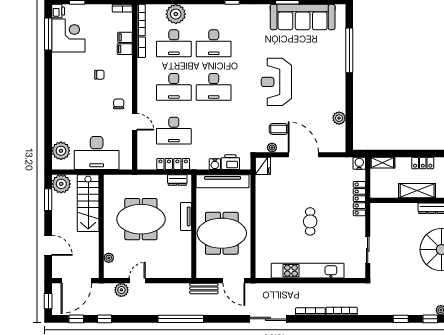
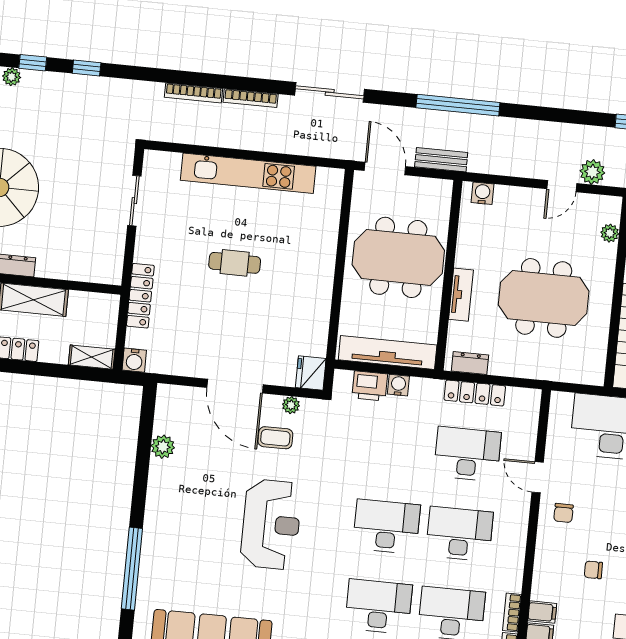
cafe table: (310, 221) -> (235, 263), turned 90
water cooler: (180, 272) -> (482, 193), added
window: (181, 319) -> (458, 105), moved

